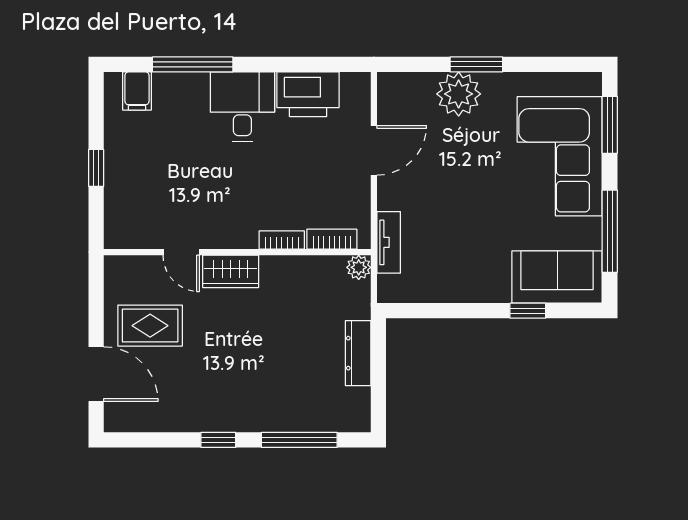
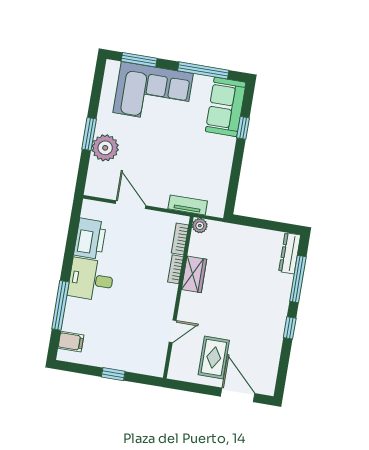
wardrobe: (231, 271) -> (194, 274), moved
dresser: (358, 353) -> (290, 253), moved, turned 90
door: (96, 374) -> (238, 395), hinge flipped

